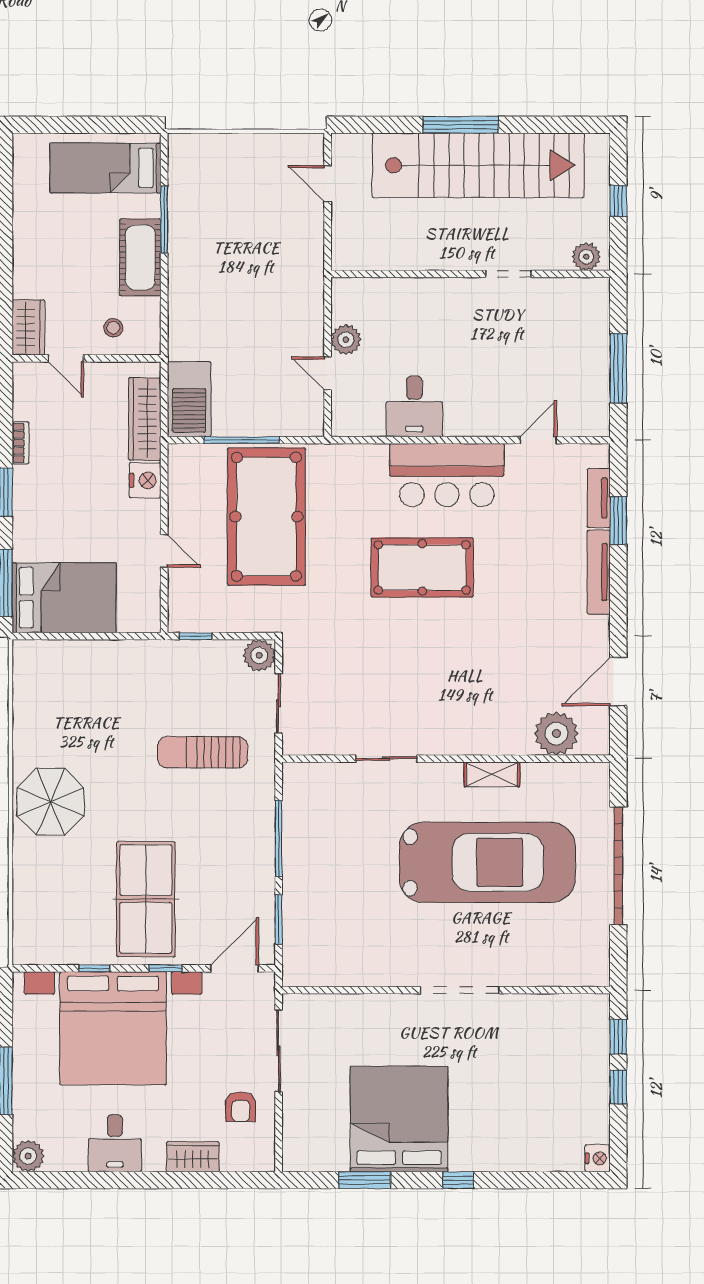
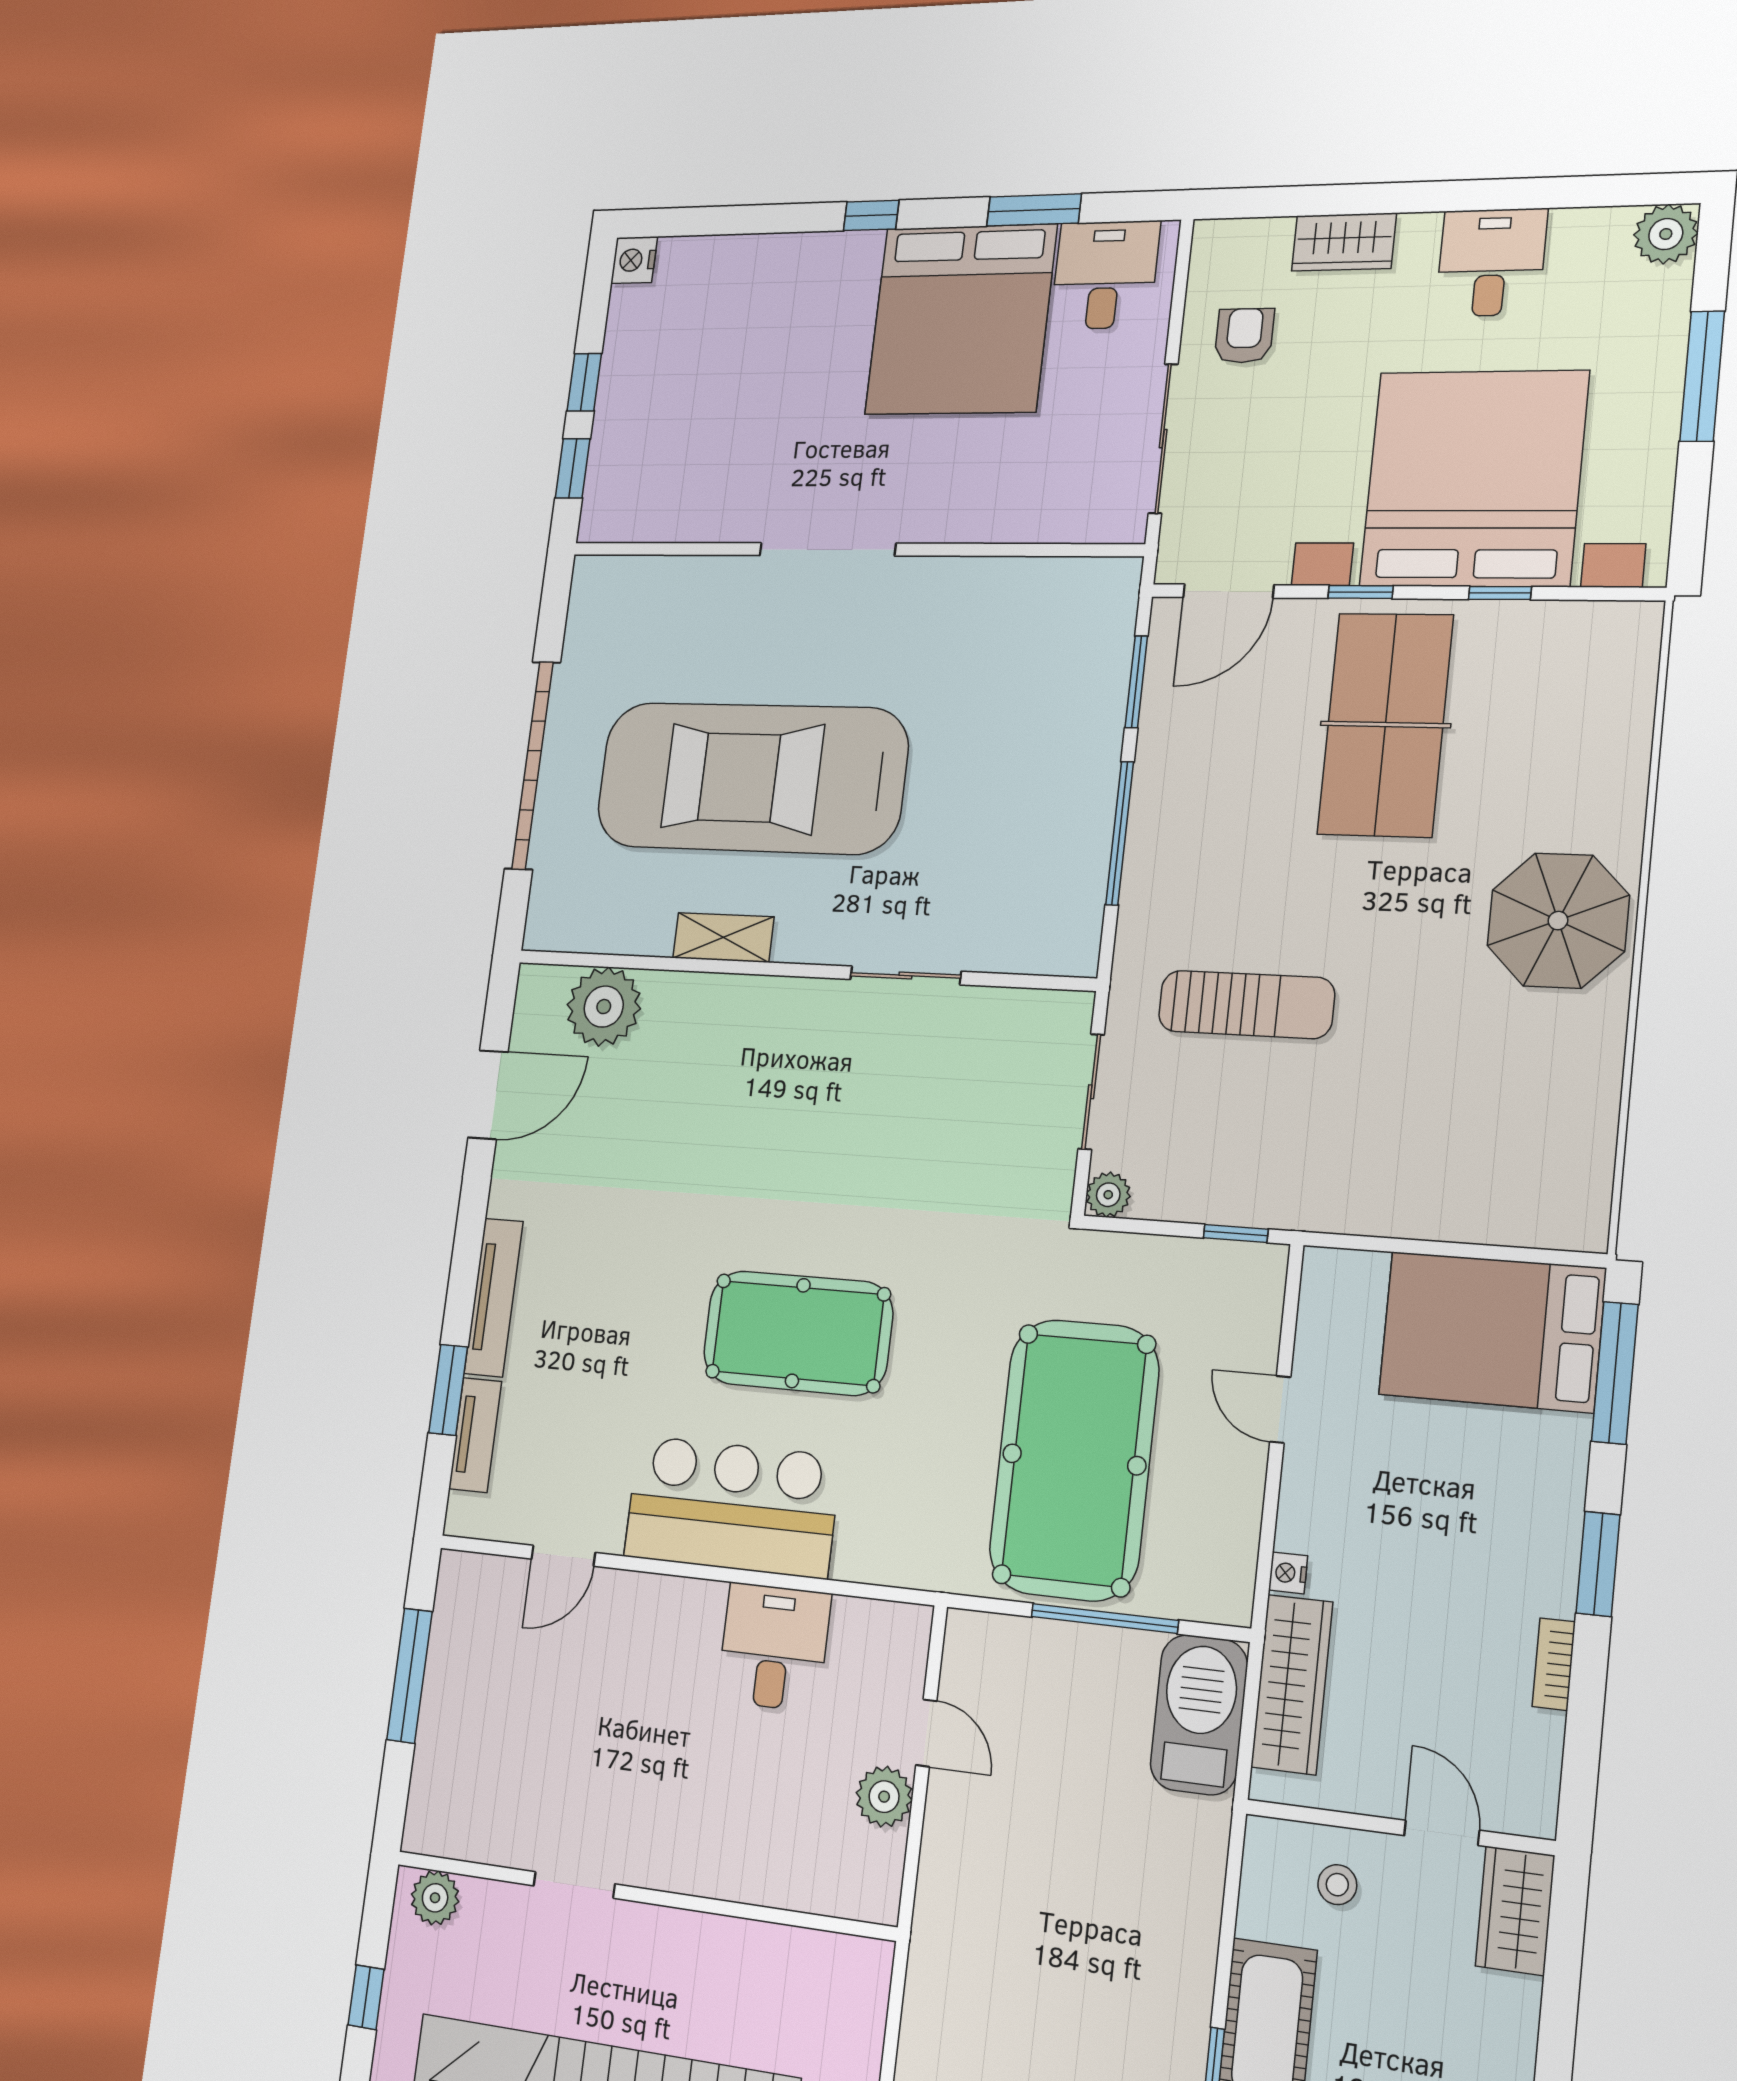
nightstand: (145, 480) -> (1288, 1573), width x0.53, depth x0.56
plant: (259, 655) -> (1108, 1195), width x0.73, depth x0.73
desk: (321, 1142) -> (1105, 275), added

